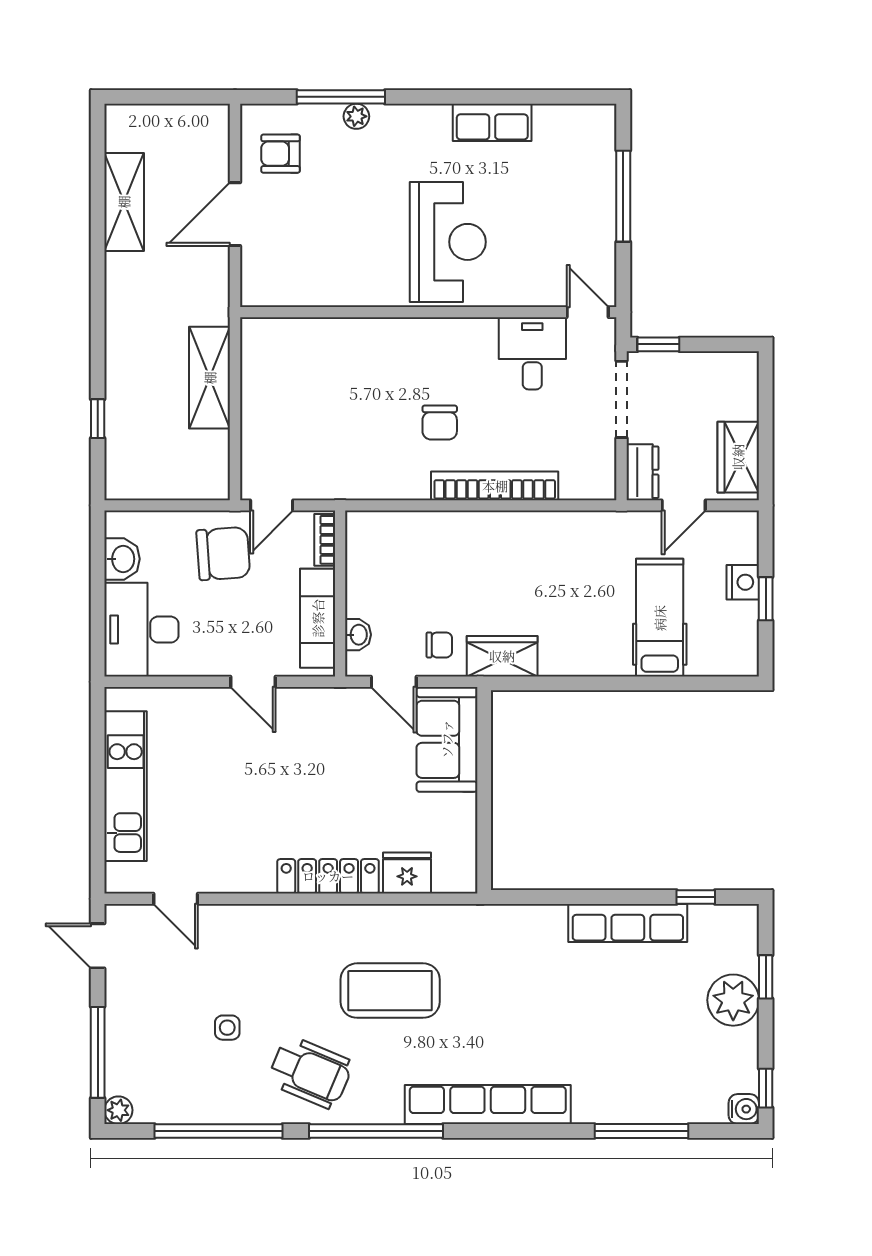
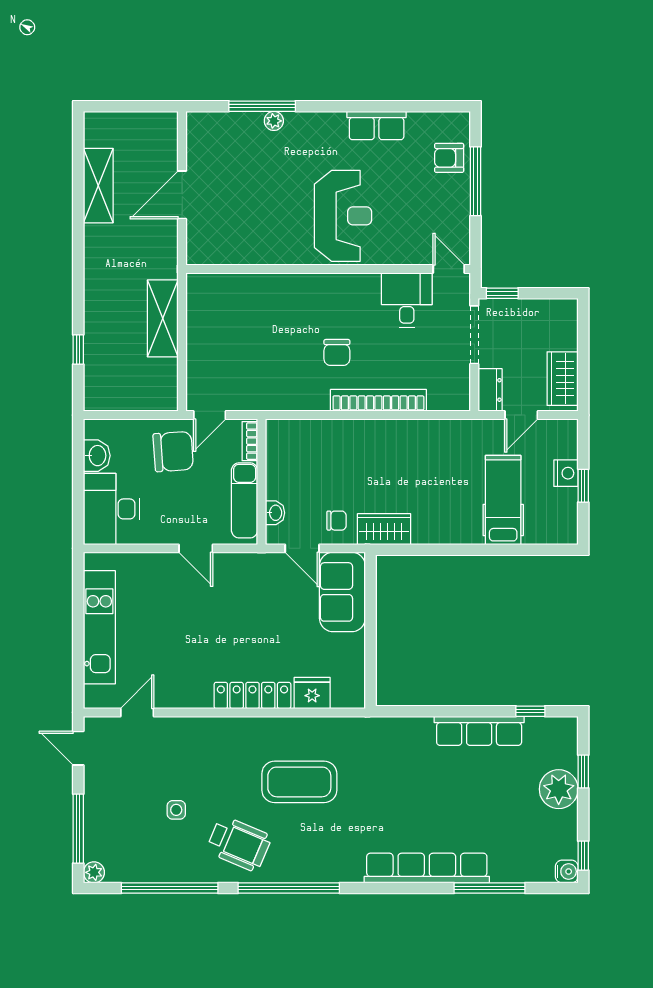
armchair: (281, 154) -> (449, 158), moved
door: (176, 899) -> (137, 712), swing flipped
row of seats: (488, 1105) -> (427, 868), moved

